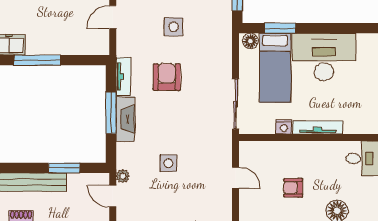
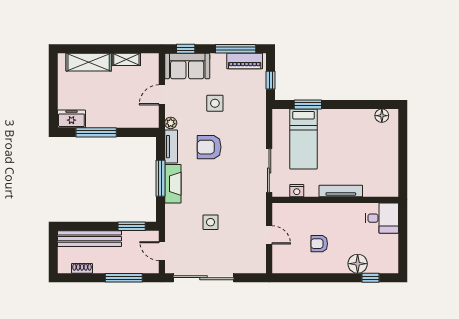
floor lamp: (250, 41) -> (382, 116), moved
desk: (324, 57) -> (346, 130), removed
armchair: (167, 77) -> (209, 147), turned -90
nightstand: (284, 127) -> (297, 191), moved
window: (64, 168) -> (132, 226), moved
plant: (123, 176) -> (171, 123), moved

